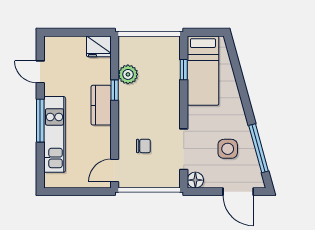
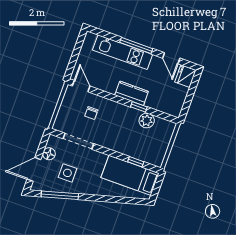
fridge: (99, 46) -> (185, 76), moved
door: (40, 72) -> (171, 58), swing flipped
floor lamp: (195, 180) -> (49, 154), moved

